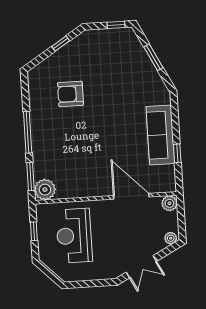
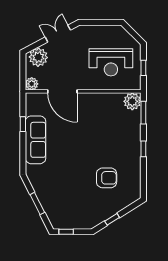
window: (28, 132) -> (143, 149), width x0.46
reception desk: (74, 236) -> (111, 62), turned 90
plant: (171, 238) -> (38, 57), width x1.87, depth x1.87

